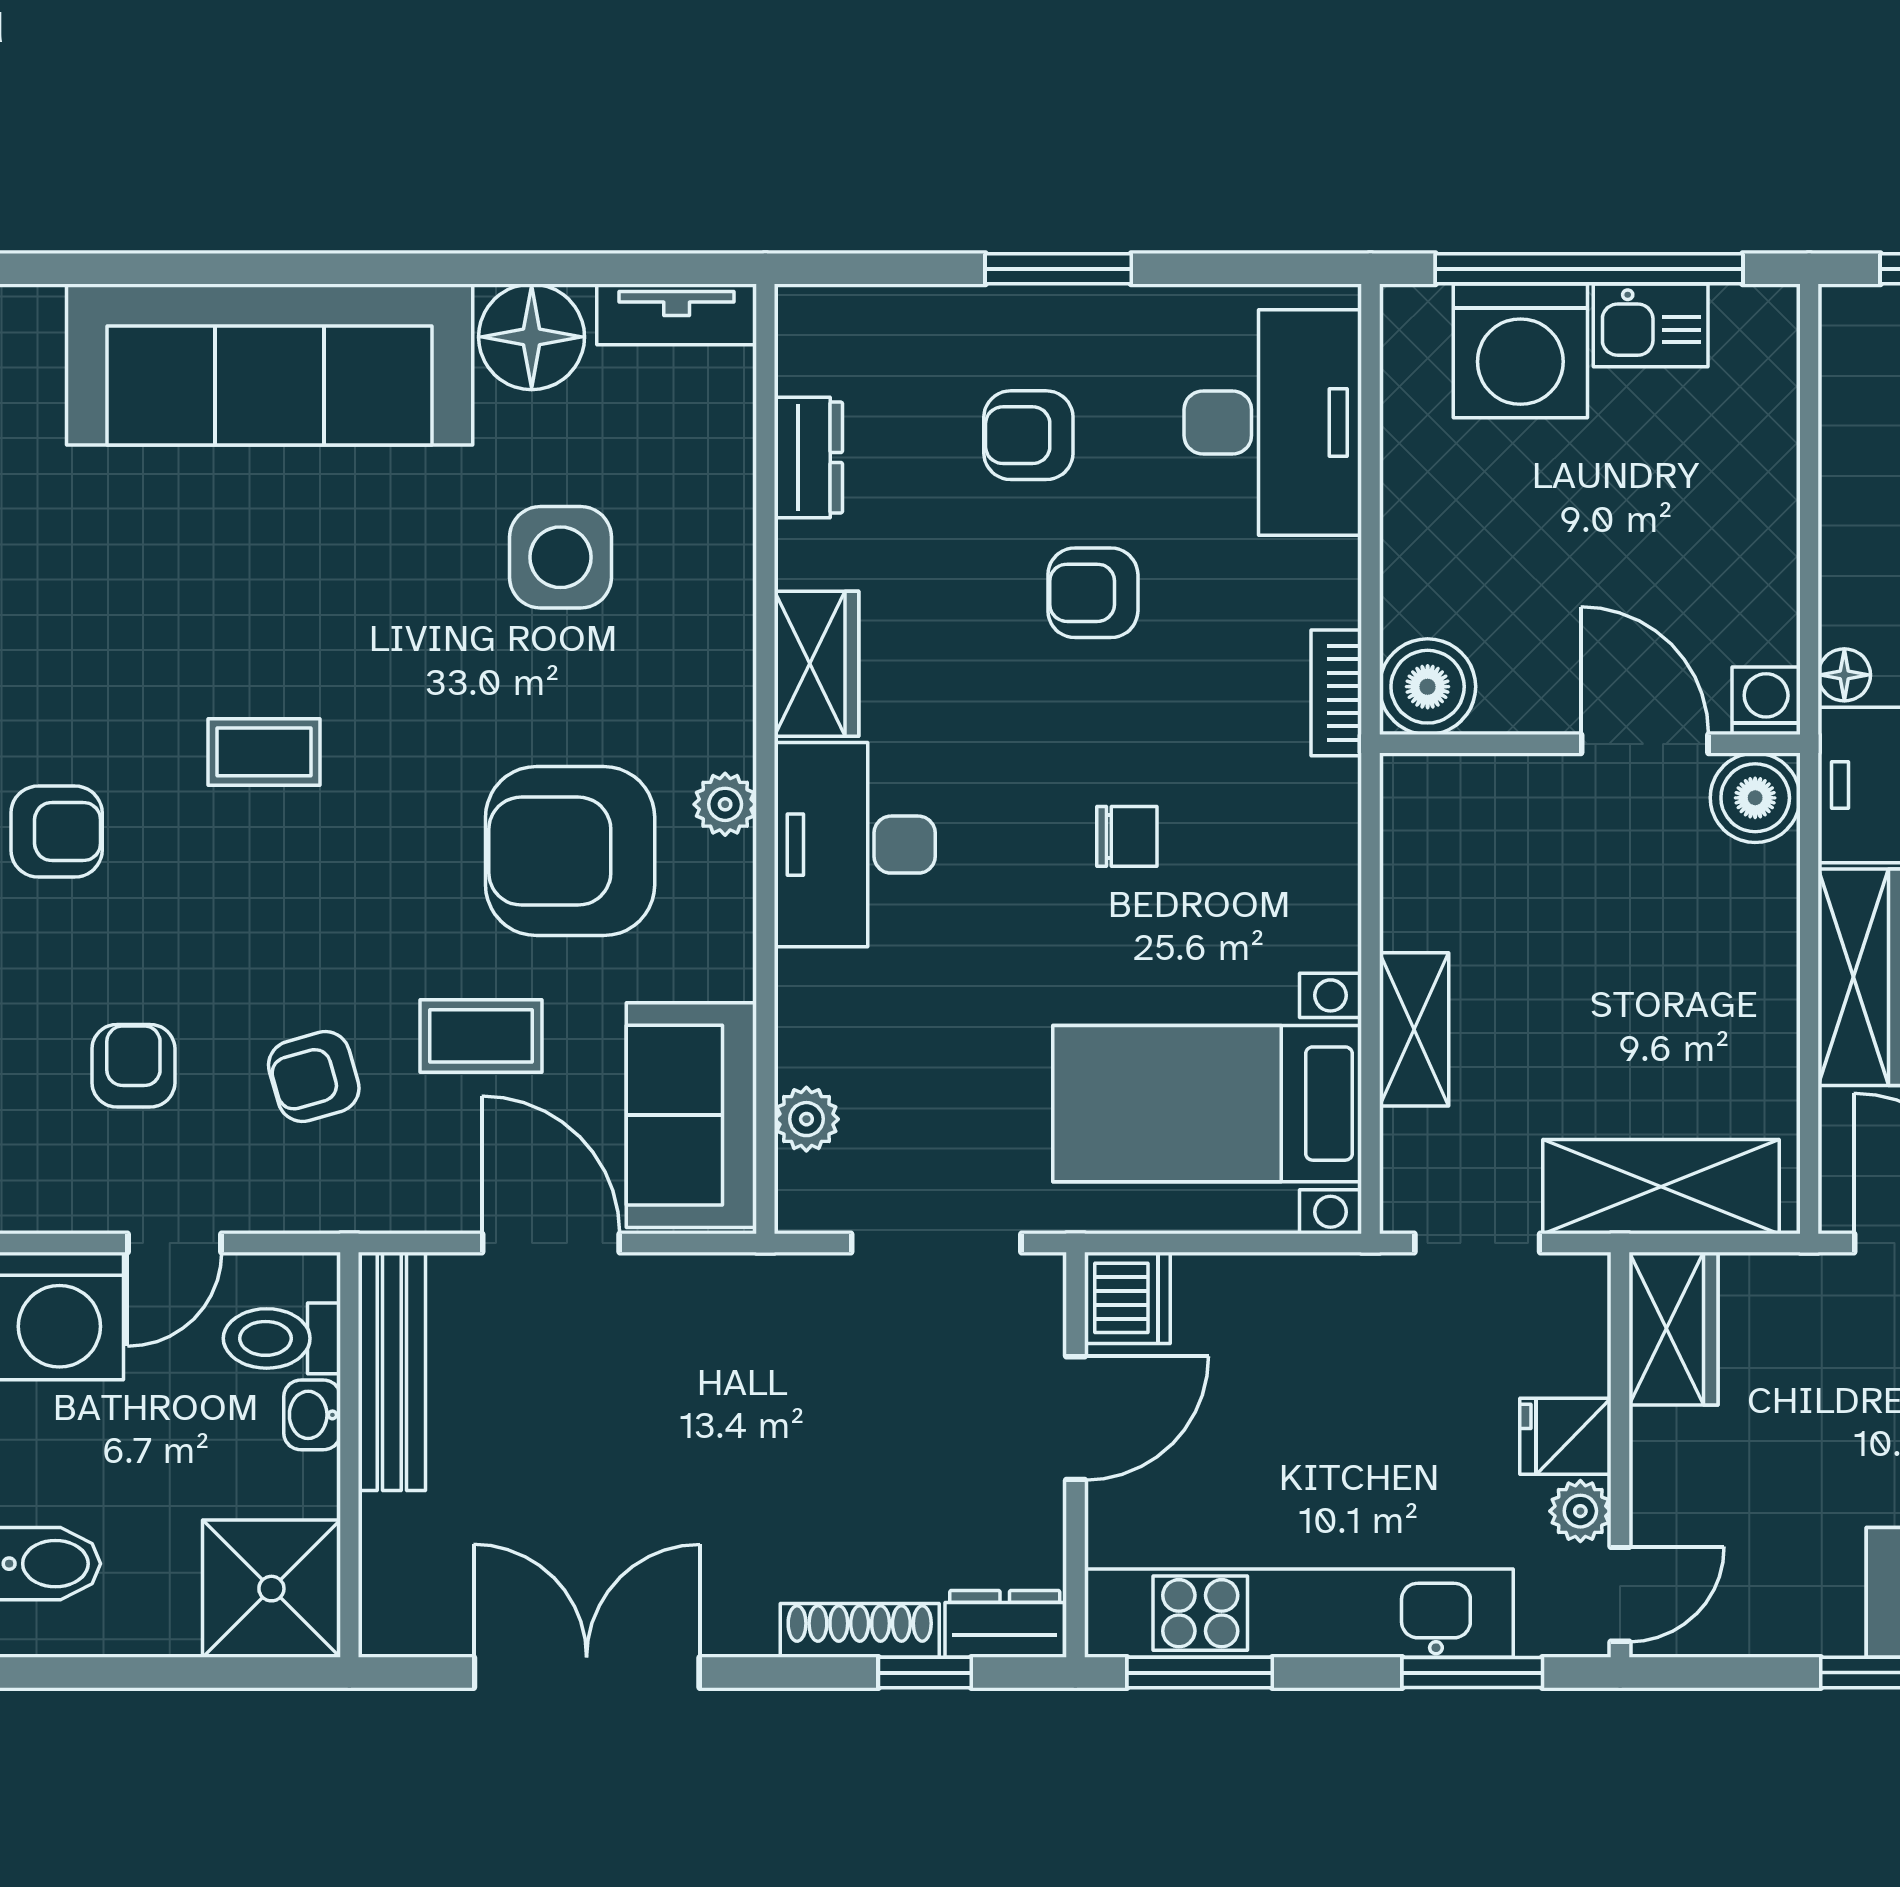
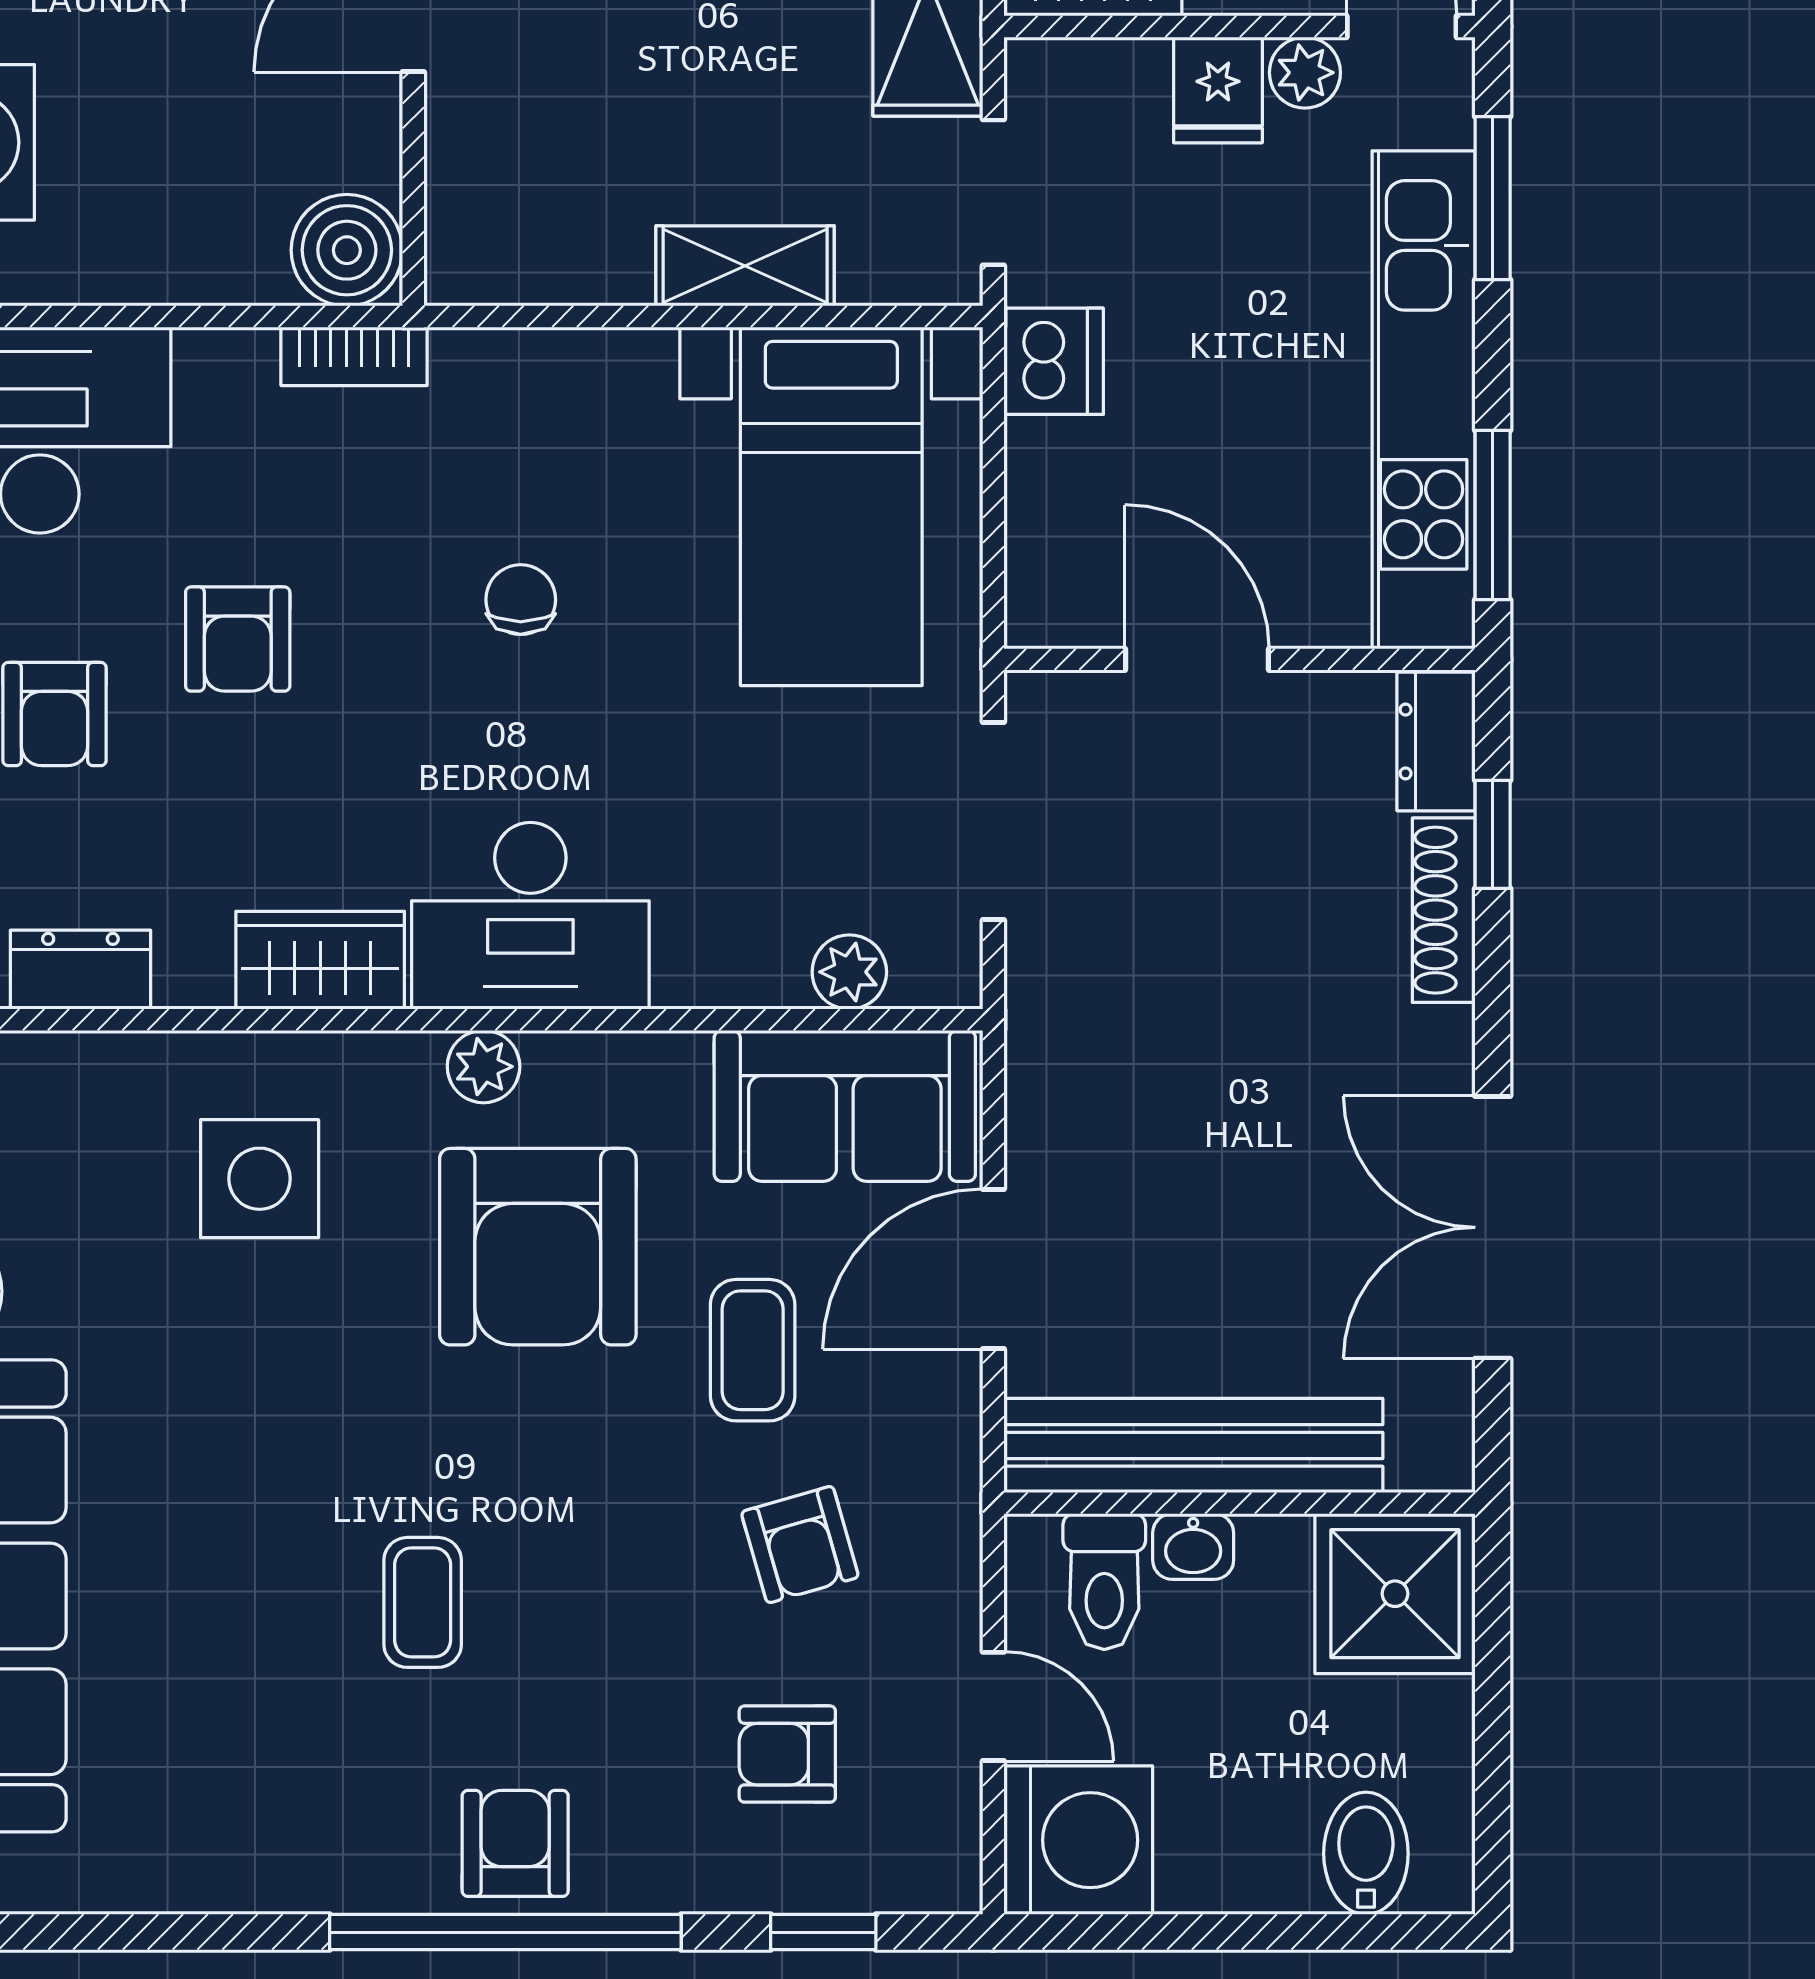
side table: (560, 557) -> (260, 1179), moved
dishwasher: (1127, 1298) -> (1054, 361), moved, turned 90
bench: (392, 1371) -> (1193, 1445), width x1.37, depth x1.21

